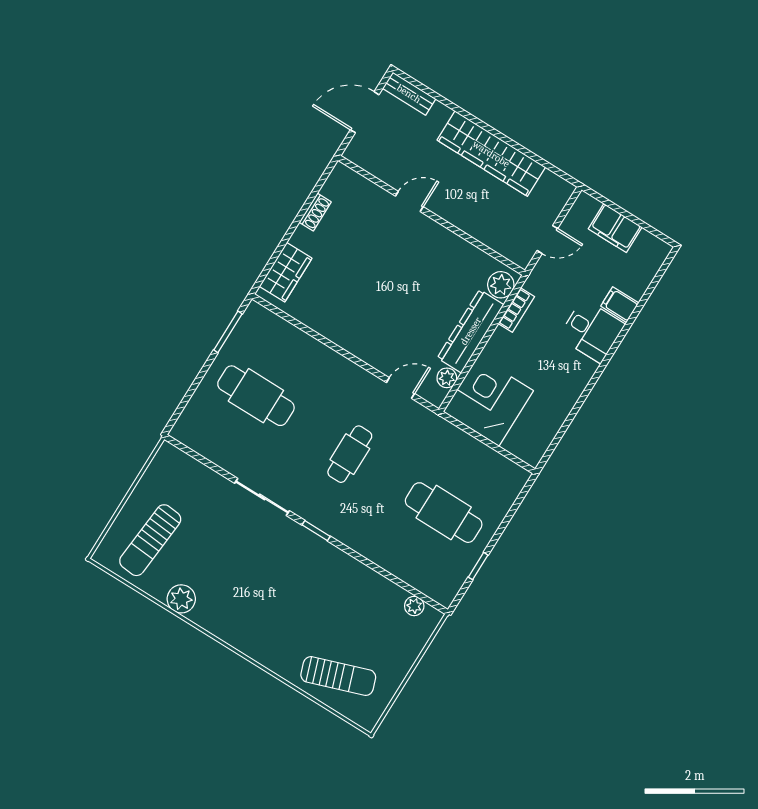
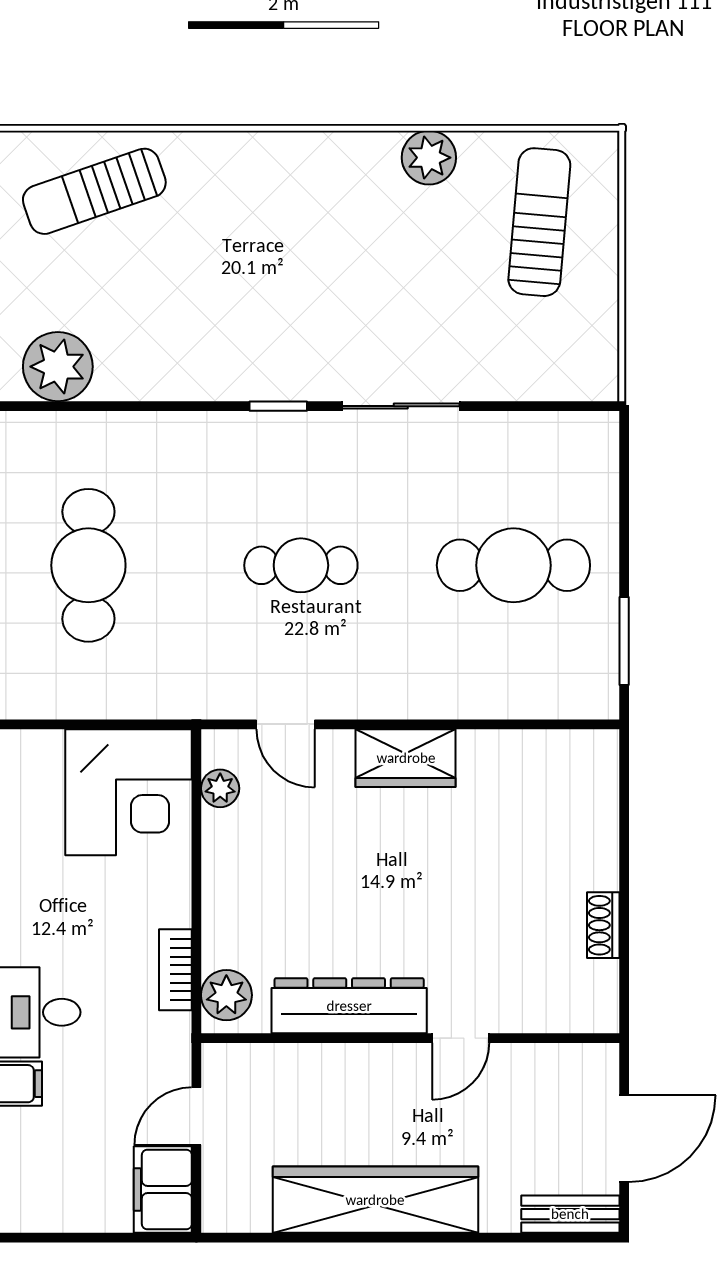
filing cabinet: (615, 228) -> (163, 1189), moved, turned -90
wardrobe: (286, 272) -> (406, 758), moved, turned -90
dresser: (471, 331) -> (349, 1006), moved, turned -90
door: (400, 388) -> (285, 724), hinge flipped
cafe table: (350, 454) -> (301, 565), turned 90
cafe table: (444, 513) -> (88, 565), turned 90
plant: (414, 606) -> (58, 367), width x1.88, depth x1.88

